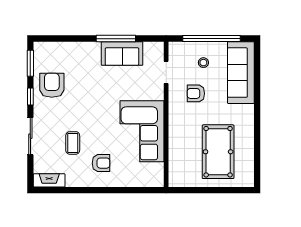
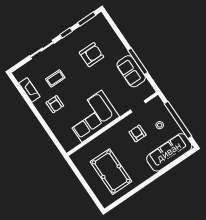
armchair: (52, 85) -> (91, 55), moved
pool table: (218, 152) -> (111, 172), turned 90
fireplace: (49, 180) -> (29, 90), moved

